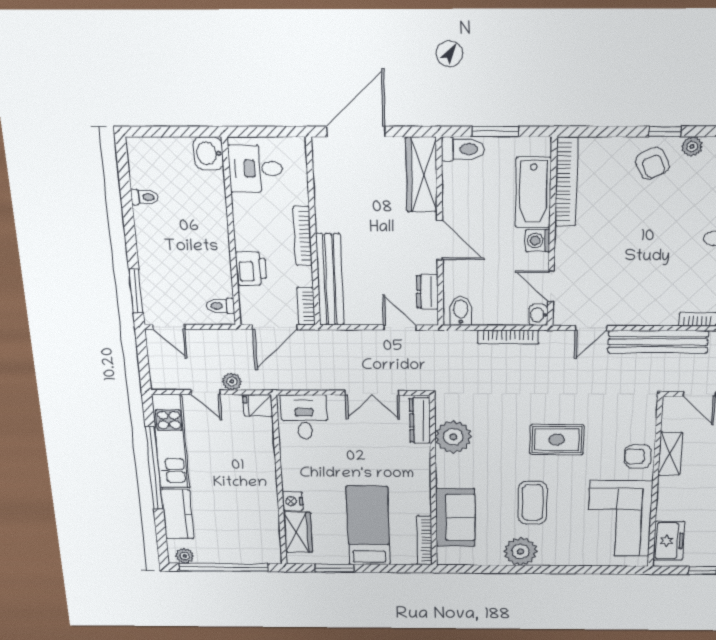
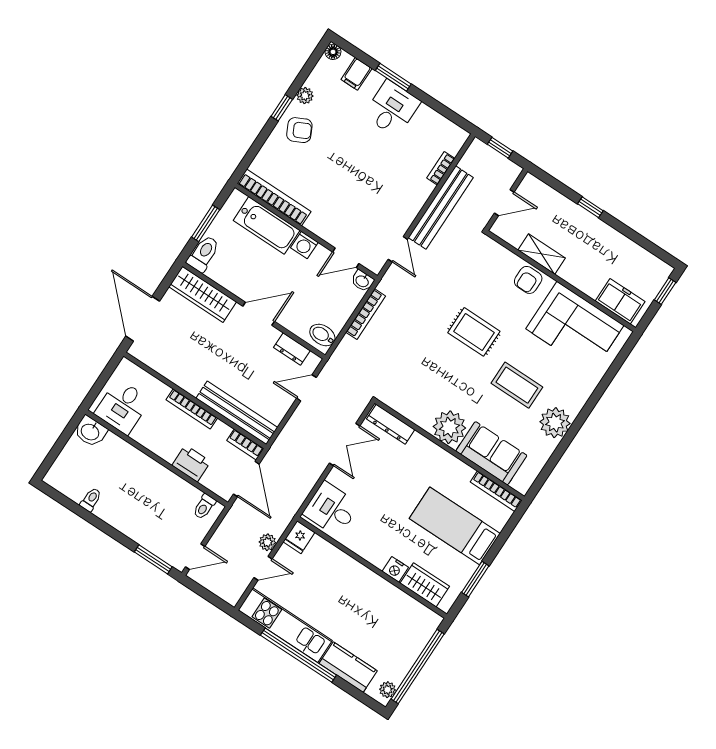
plant: (453, 437) -> (449, 427), moved
rug: (557, 440) -> (474, 332), turned 90

